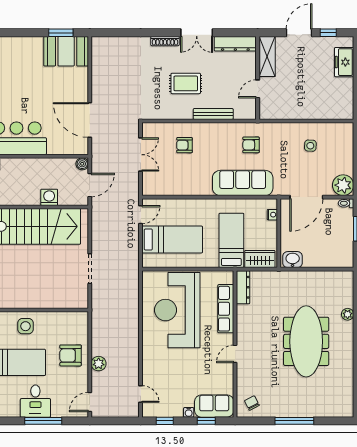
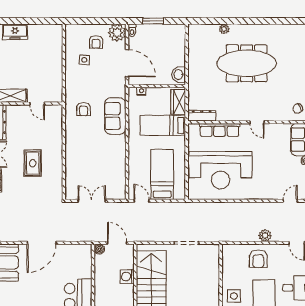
bench: (213, 114) -> (58, 140), removed
door: (90, 120) -> (41, 243), moved
armchair: (184, 145) -> (96, 42), moved
sofa: (243, 183) -> (115, 116), width x0.73

